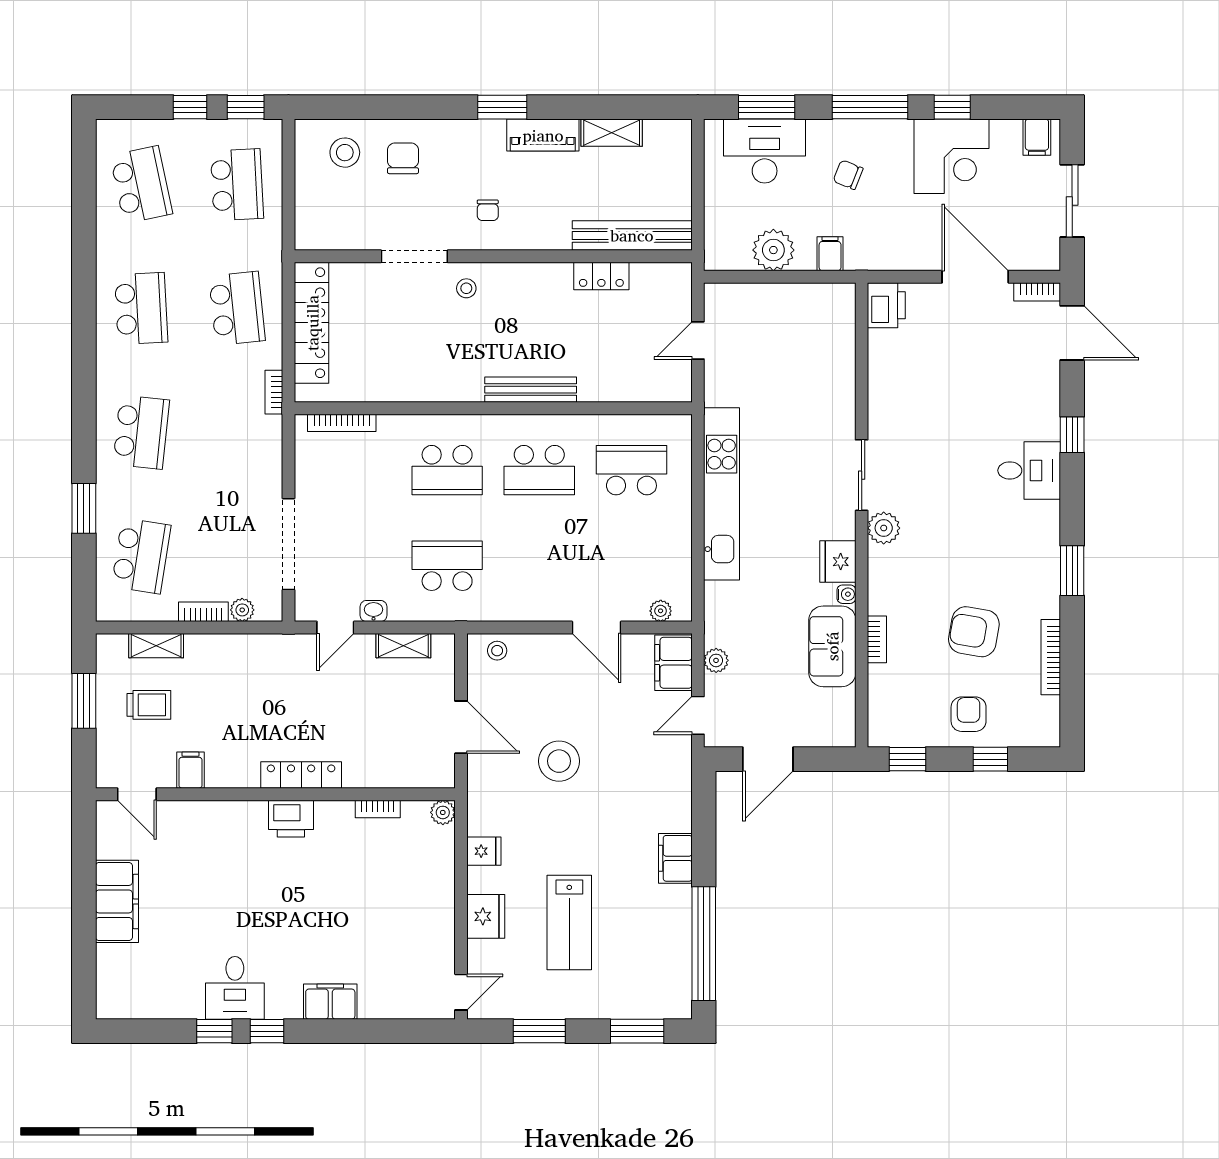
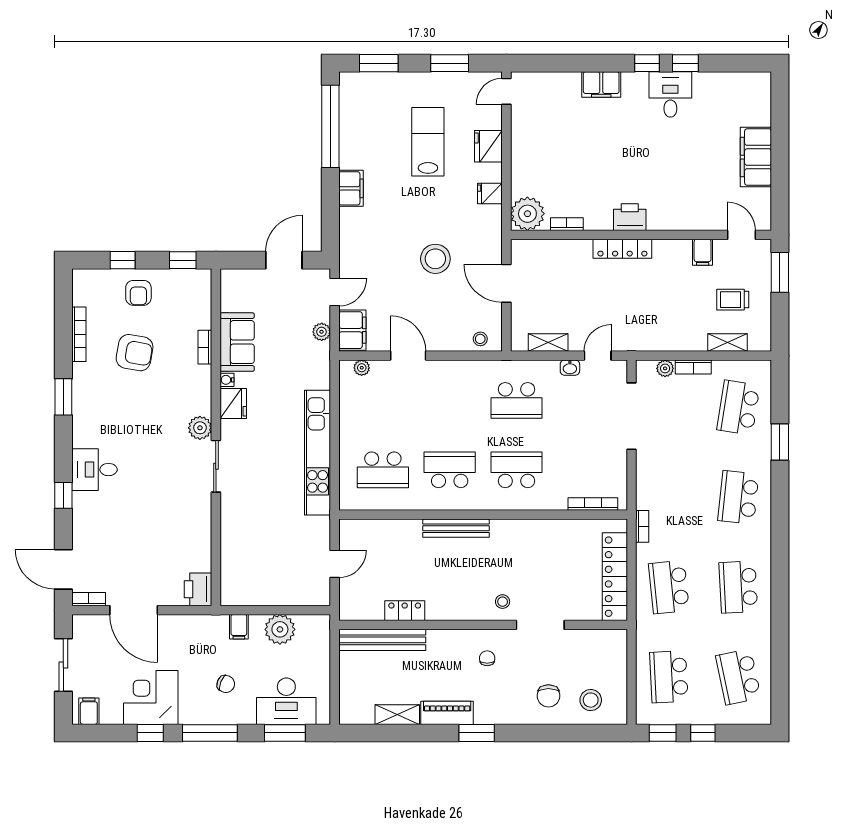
window: (84, 701) -> (780, 272), moved
plant: (443, 812) -> (527, 214), width x1.87, depth x1.87

